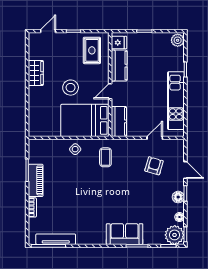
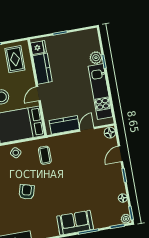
plant: (178, 40) -> (96, 58), moved
kitchen counter: (119, 121) -> (64, 125), moved, turned -90
armchair: (154, 166) -> (27, 192), moved
door: (185, 170) -> (120, 154), swing flipped
floor lamp: (178, 197) -> (110, 133), moved
plant: (175, 235) -> (126, 219), width x0.53, depth x0.53

